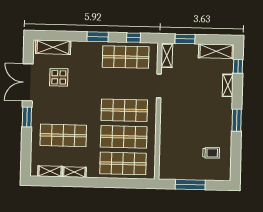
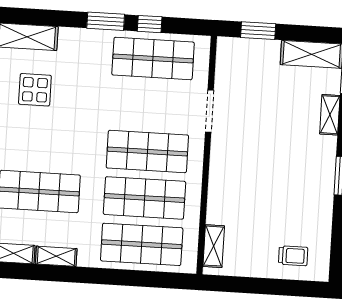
window: (133, 38) -> (150, 24), moved
shelving: (167, 56) -> (214, 246), moved
trolley: (211, 153) -> (293, 256), moved
window: (190, 185) -> (258, 286), removed

